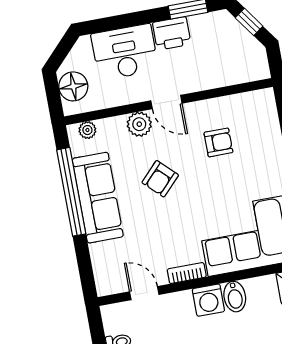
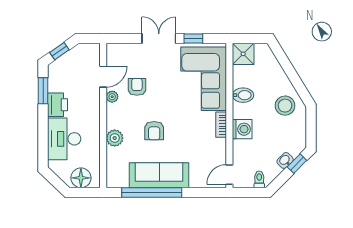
door: (166, 102) -> (103, 77), moved
plant: (87, 130) -> (112, 97), moved
armchair: (160, 179) -> (154, 131), turned 46
door: (144, 293) -> (229, 175), moved
washing machine: (208, 300) -> (242, 129), moved

